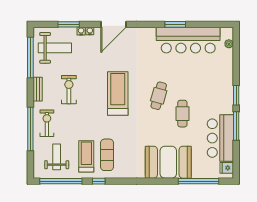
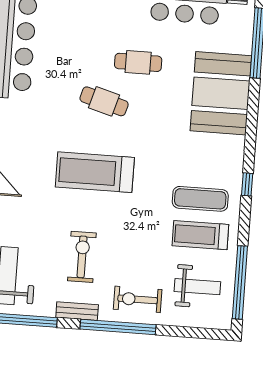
exercise bike: (69, 90) -> (82, 257), turned 90
window: (30, 129) -> (118, 327), moved
weight bench: (57, 157) -> (197, 287), turned 180
window: (99, 181) -> (247, 184), moved

